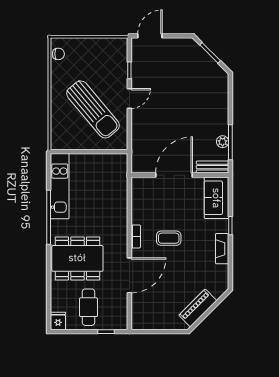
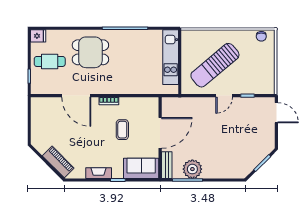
door: (129, 98) -> (224, 96), hinge flipped
plant: (223, 142) -> (192, 169), width x1.87, depth x1.87
door: (174, 175) -> (160, 133), hinge flipped
kitchen unit: (60, 186) -> (171, 57), moved, turned 90
coffee table: (169, 238) -> (122, 130), moved
dining table: (77, 258) -> (90, 52), width x0.73
piano: (198, 308) -> (58, 162), moved

